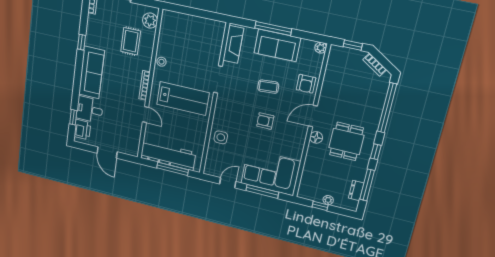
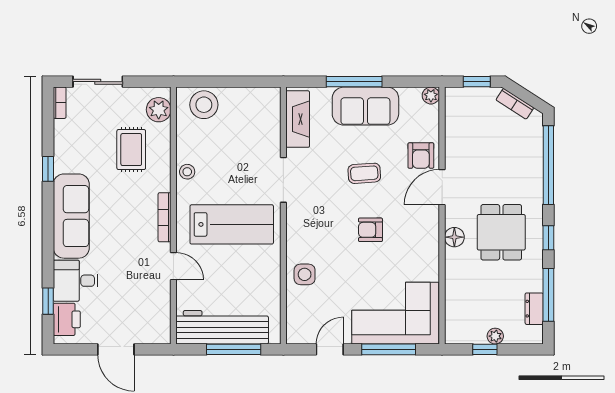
stool: (177, 23) -> (204, 105), added
door: (313, 116) -> (442, 187), moved

